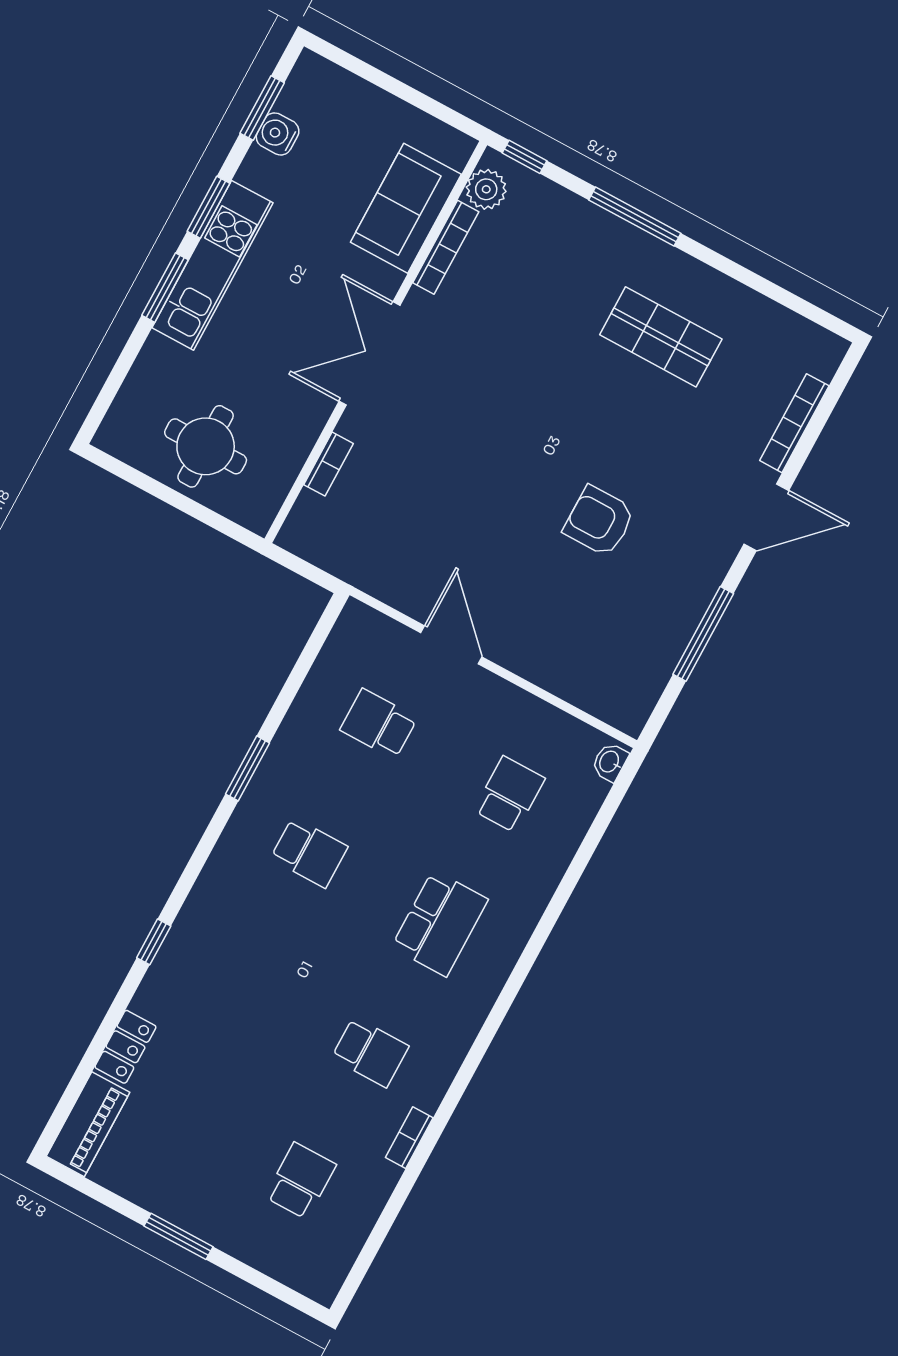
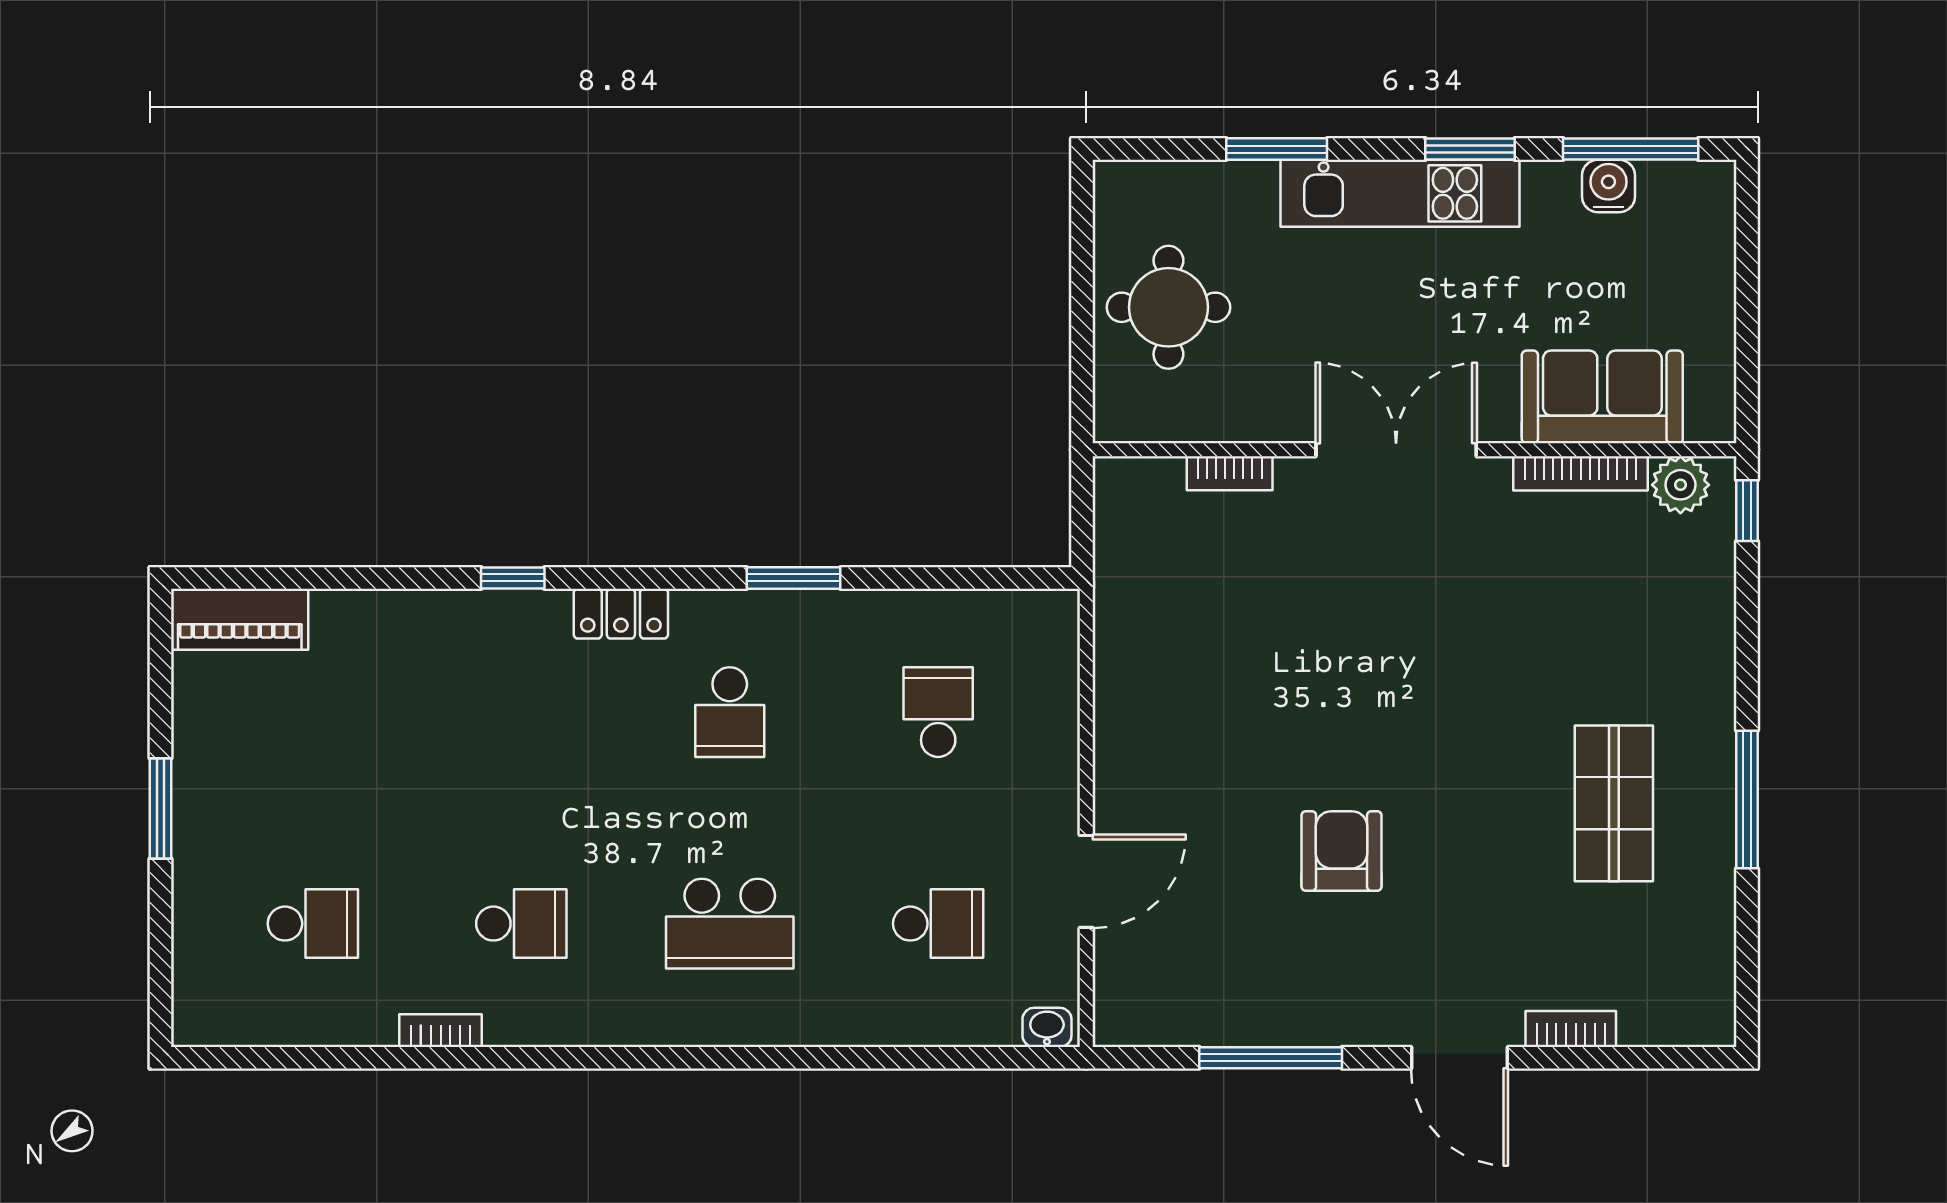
window: (262, 108) -> (1631, 149), width x1.44
window: (635, 217) -> (1747, 800), moved
window: (165, 288) -> (1277, 149), moved
bookcase: (794, 423) -> (1571, 1029), width x0.64
door: (451, 645) -> (1086, 881), moved
locker: (125, 1047) -> (621, 614), moved
school desk: (370, 1052) -> (521, 924), turned -90

